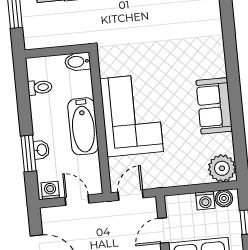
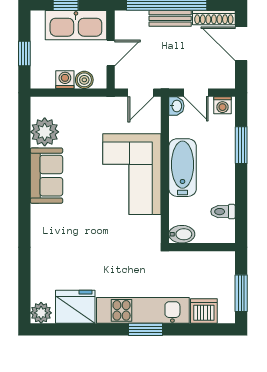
washbasin: (41, 150) -> (176, 106), moved, turned 180
plant: (222, 168) -> (45, 132), moved
boiler: (224, 198) -> (84, 80), moved

